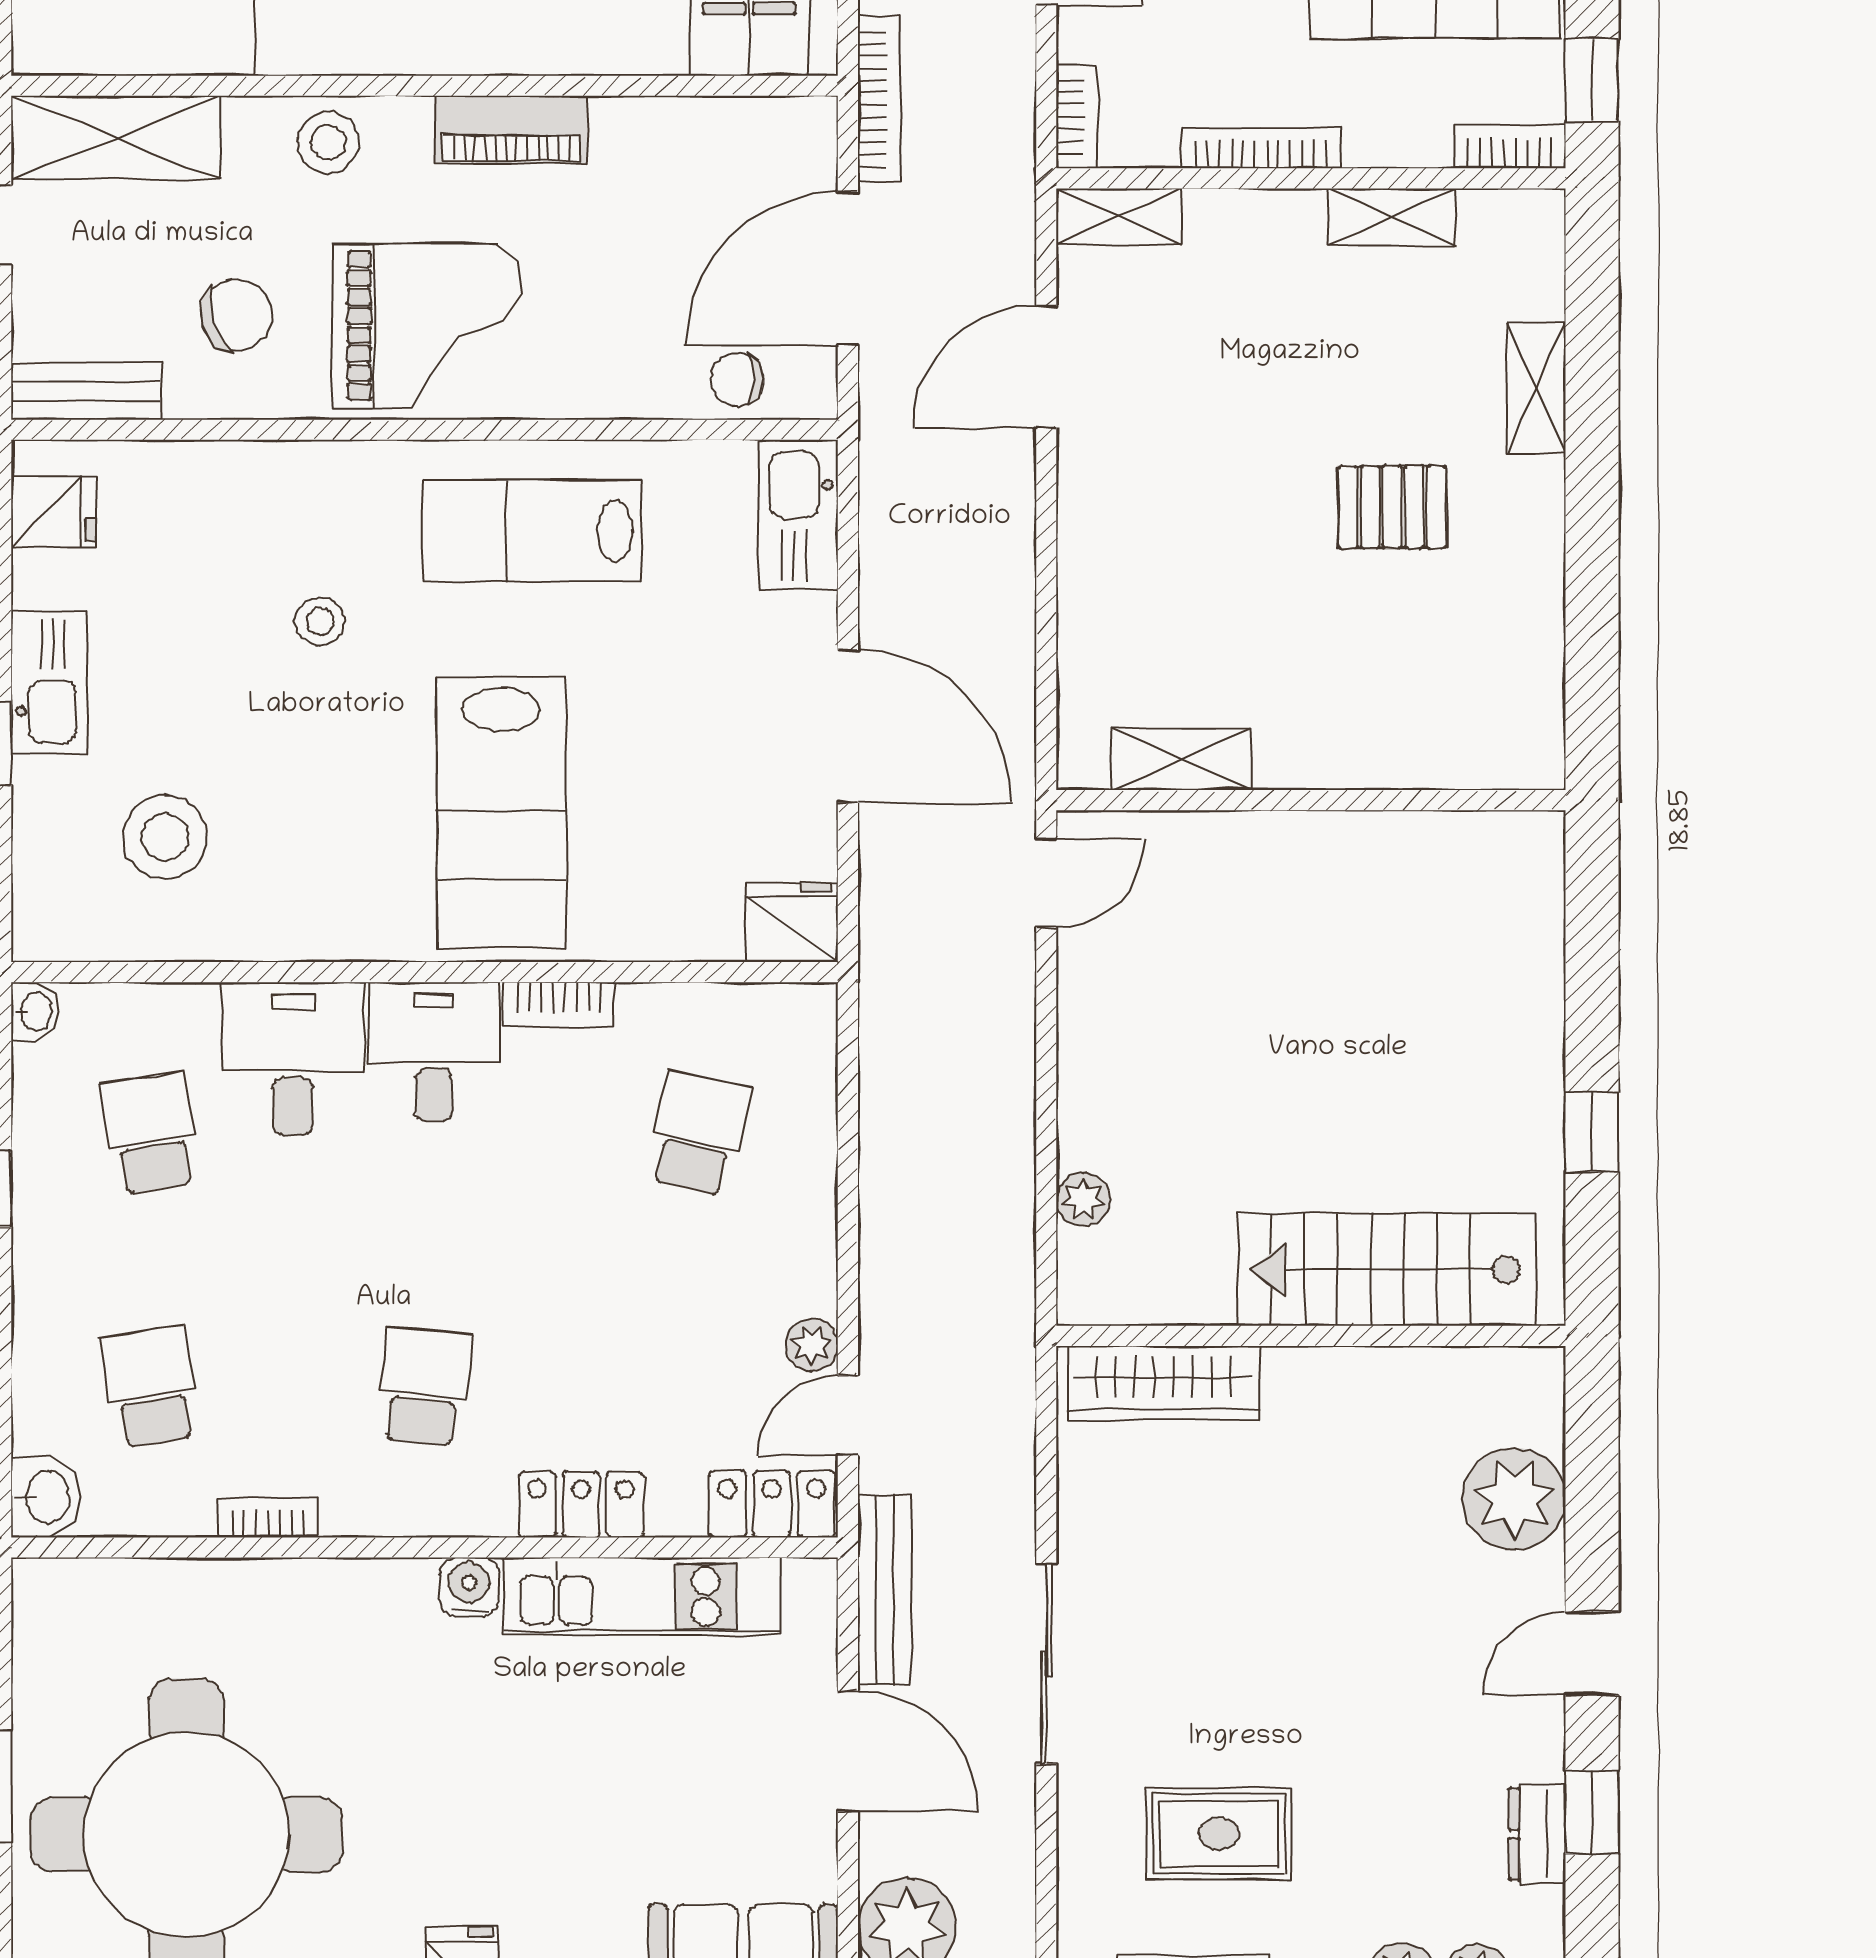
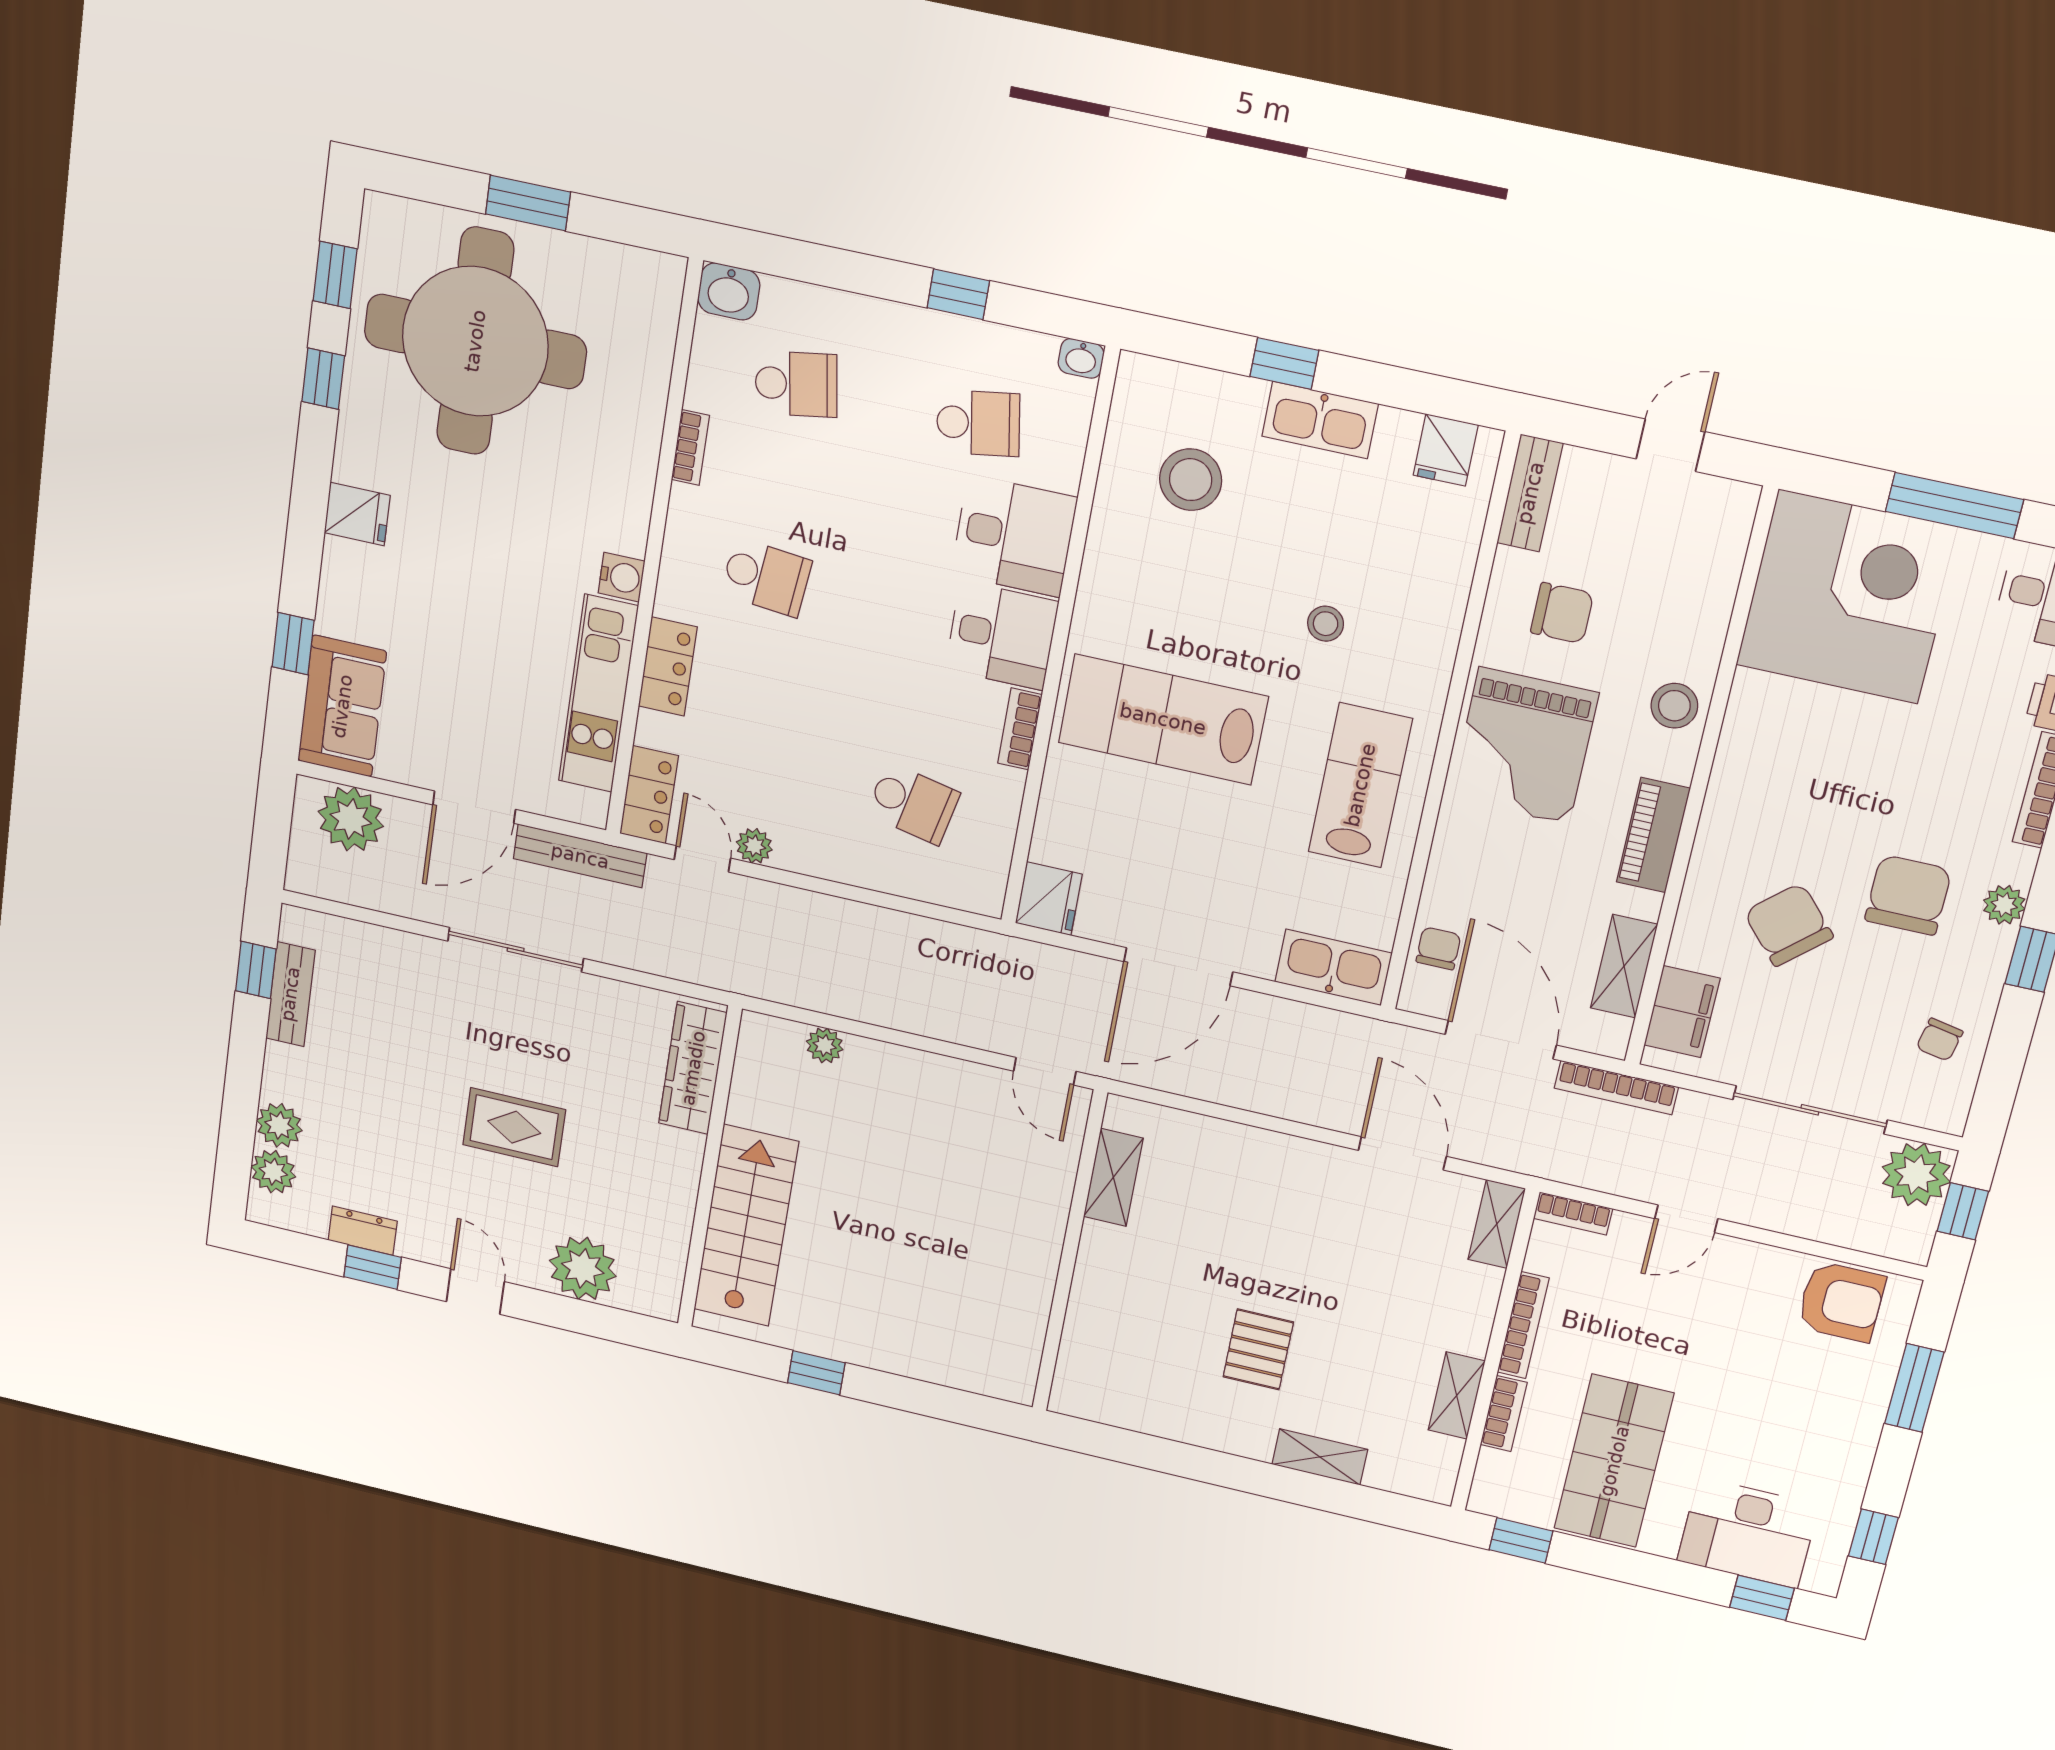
shelving: (116, 138) -> (1624, 966), moved, width x0.67, depth x0.75
bookcase: (1510, 146) -> (1504, 1414), moved
chair: (236, 315) -> (1562, 613), turned -73
rug: (1219, 1834) -> (514, 1127), moved, turned 90

